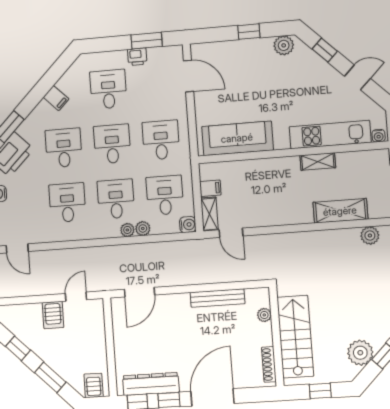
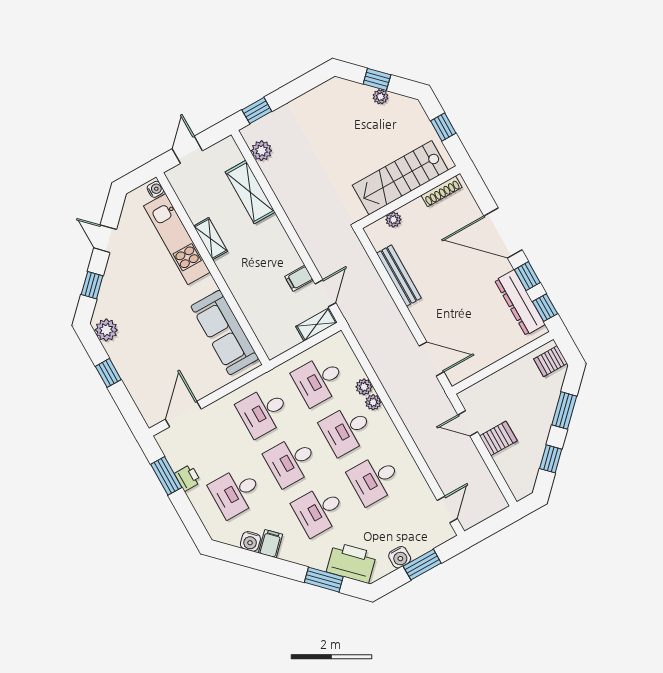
filing cabinet: (210, 188) -> (299, 278), moved, turned -90
water cooler: (188, 225) -> (250, 541), moved, turned -135
plant: (360, 353) -> (380, 97), width x0.53, depth x0.53

